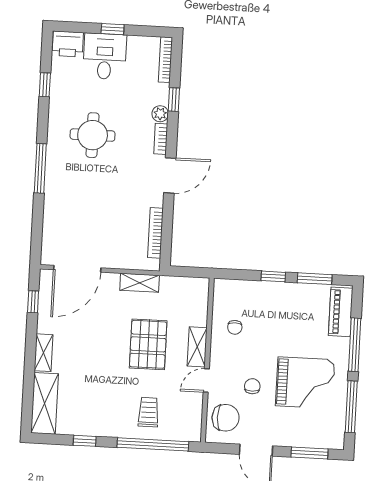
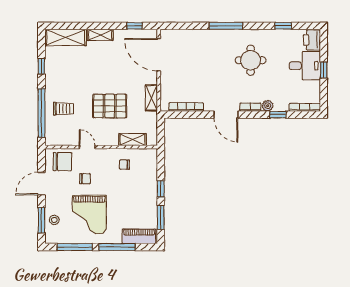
shelving: (197, 347) -> (133, 140), moved
chair: (226, 418) -> (62, 162), turned -90
stool: (310, 434) -> (54, 220), added

